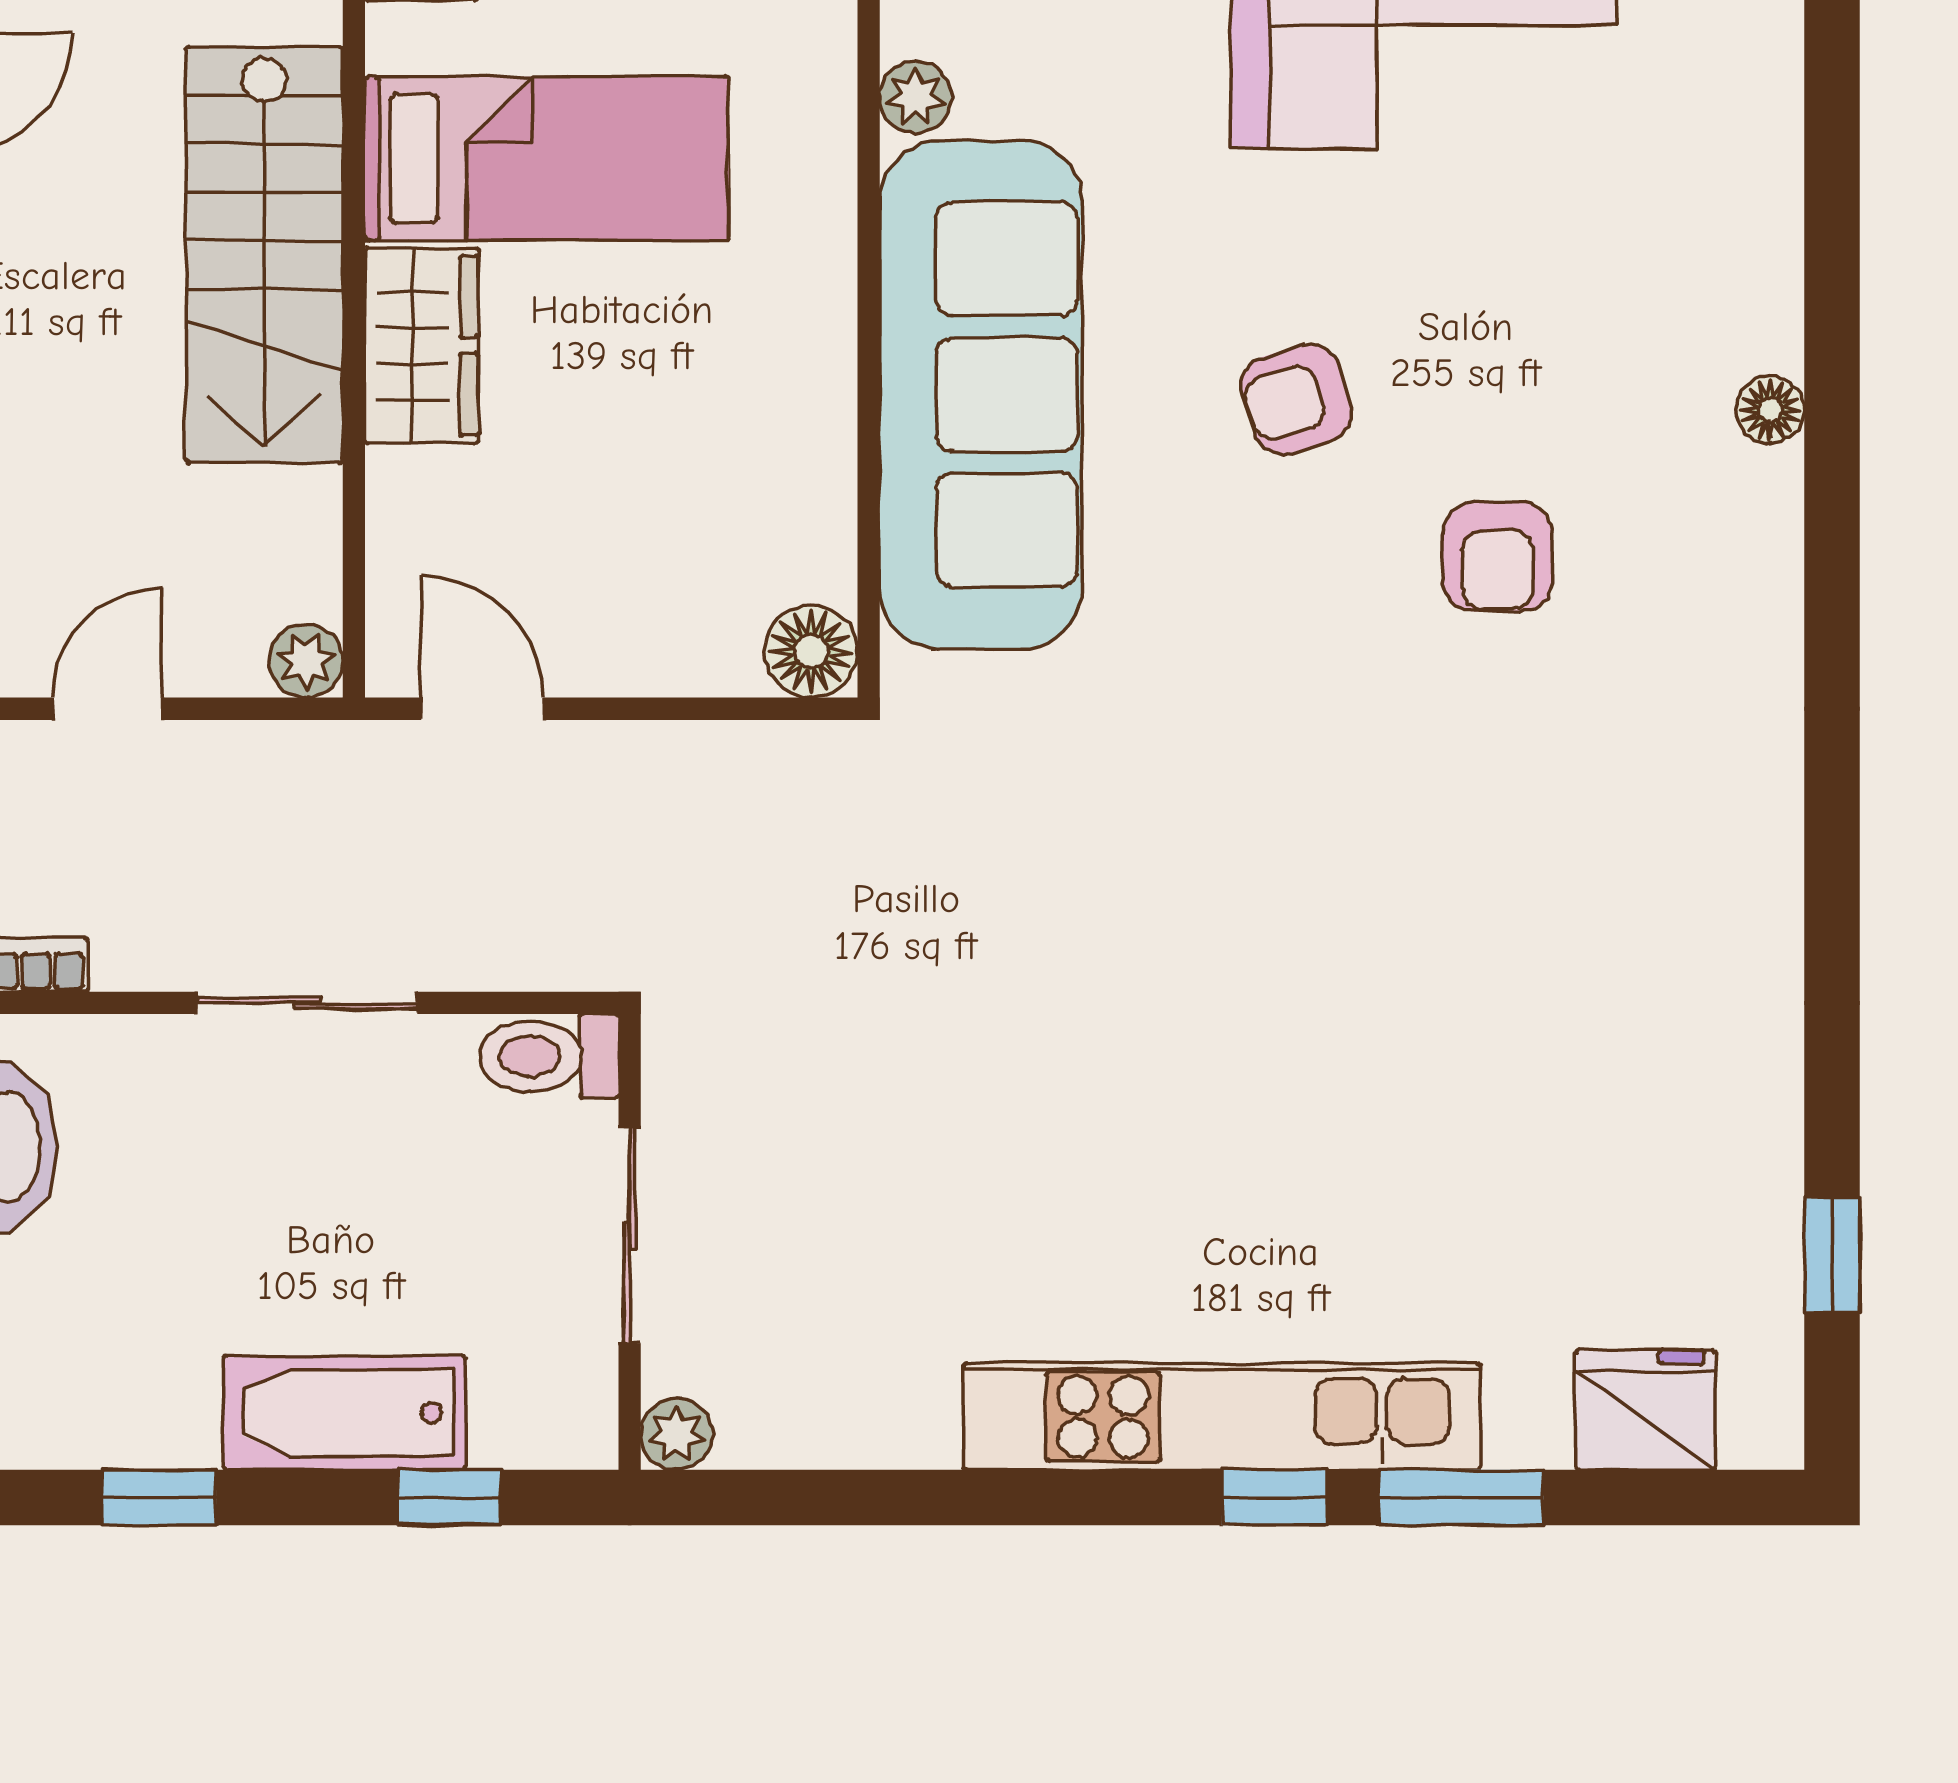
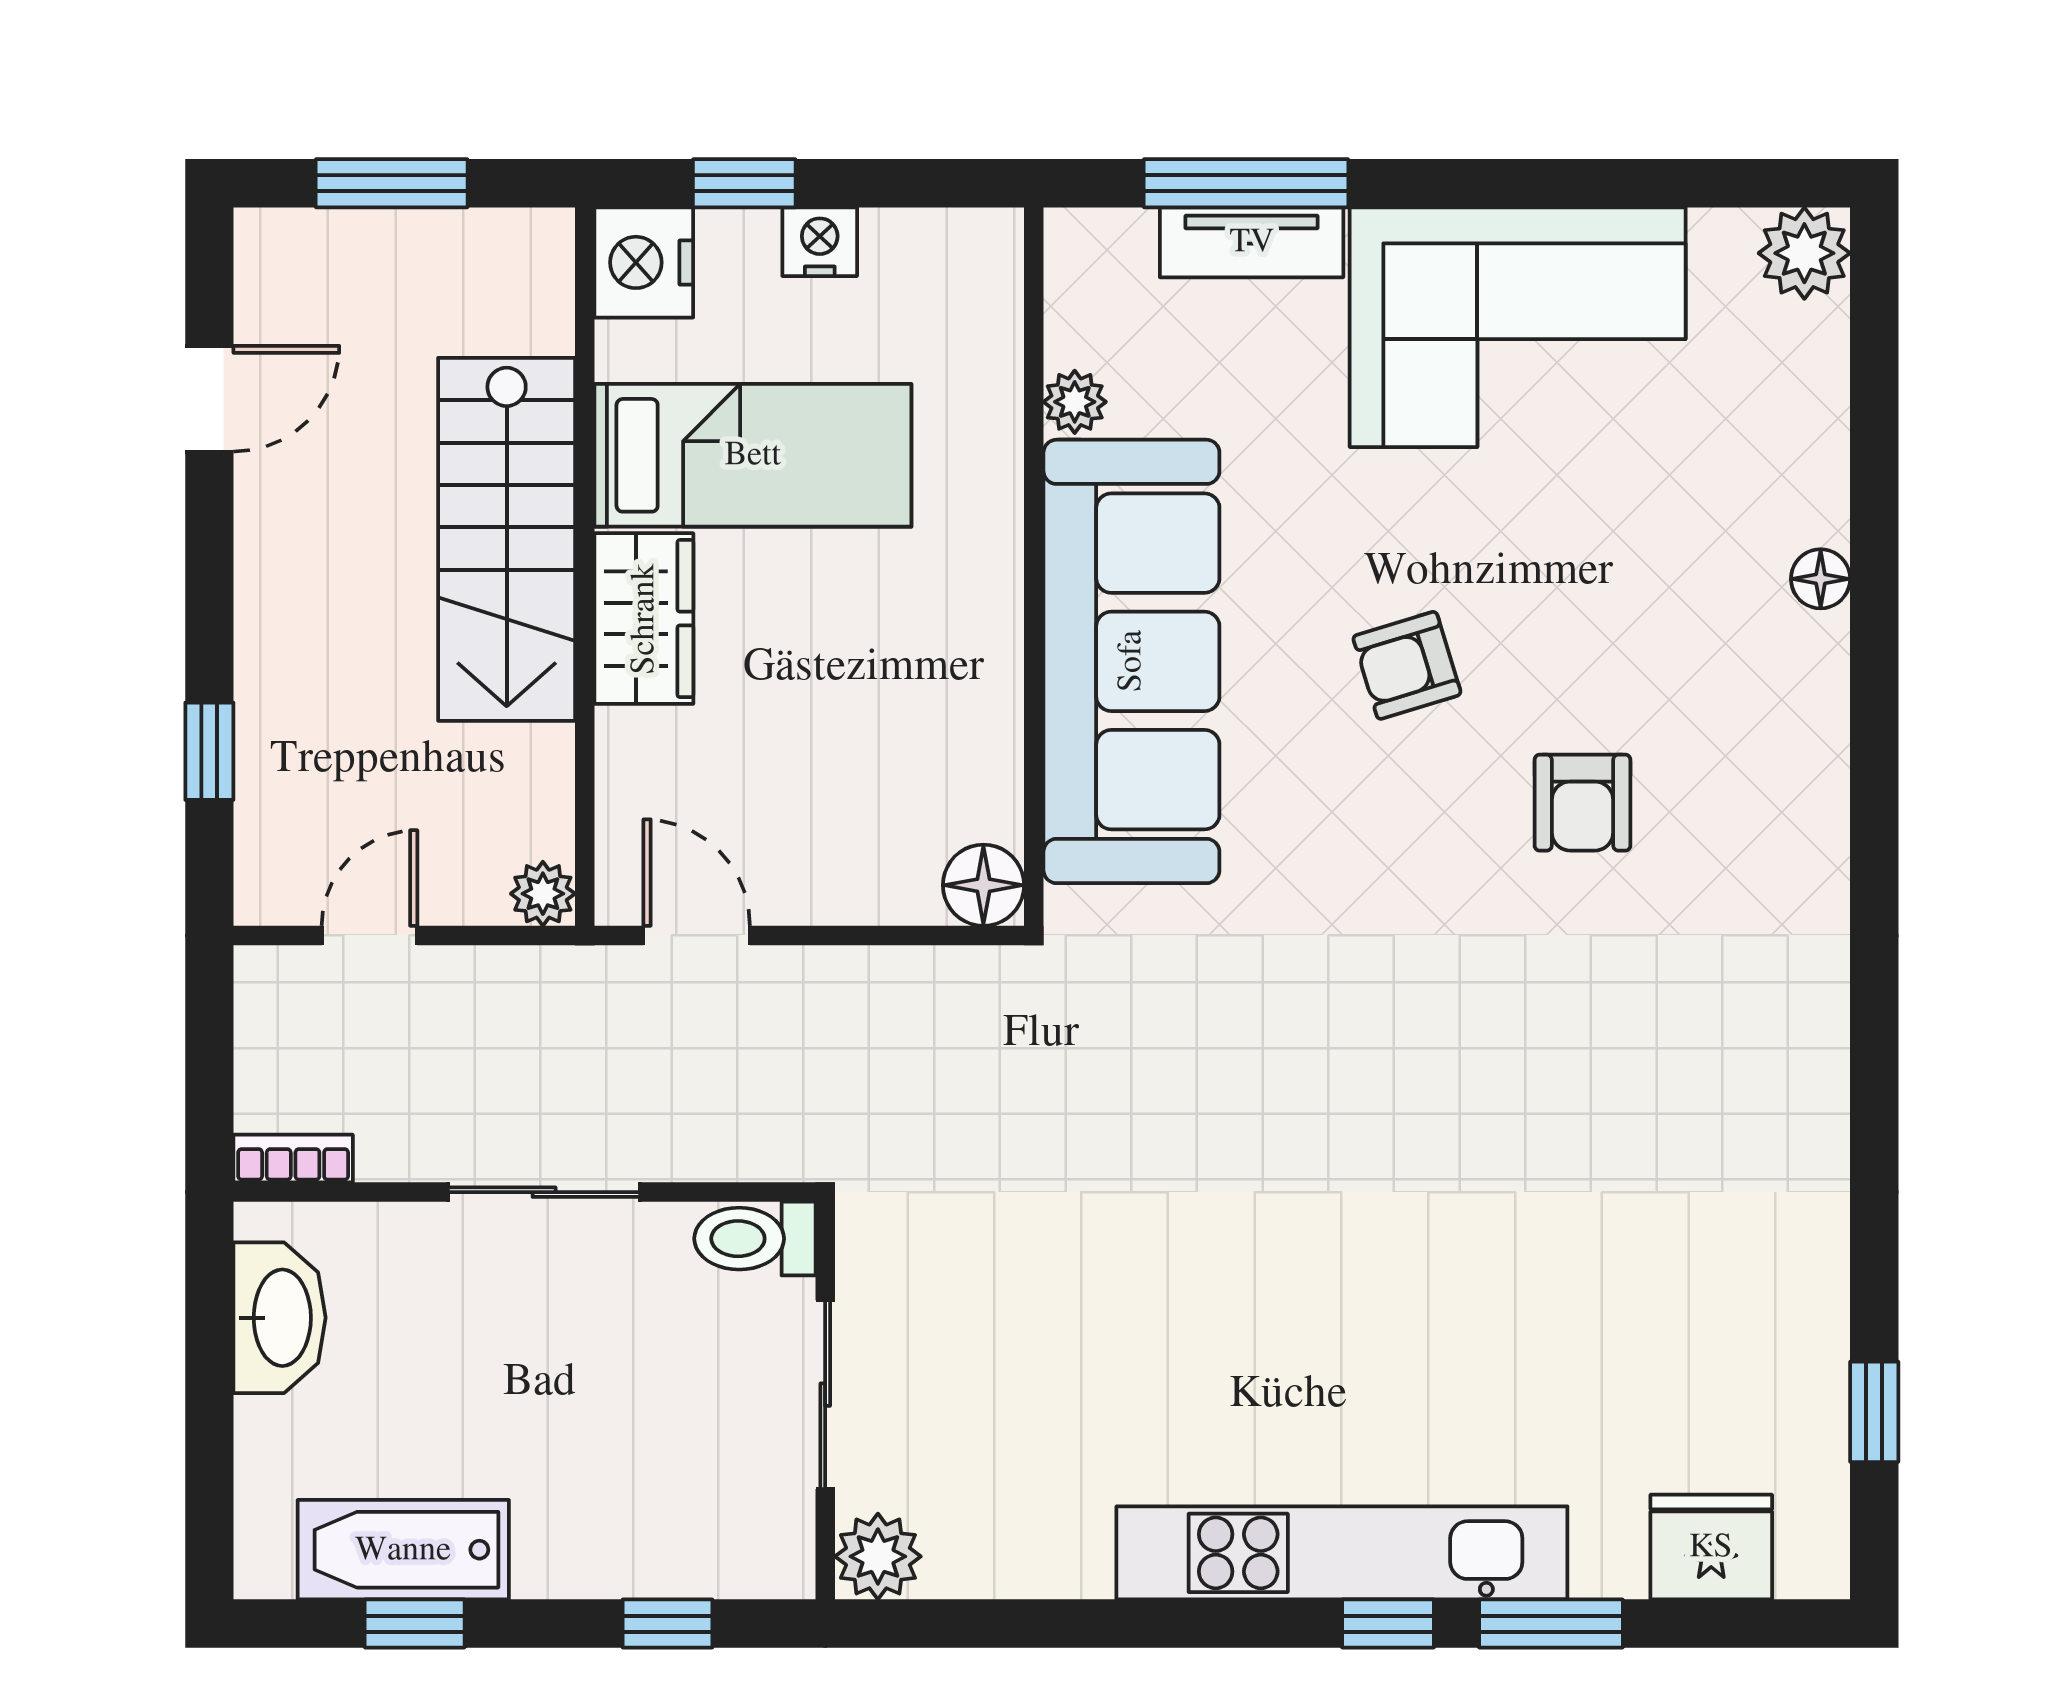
floor lamp: (1770, 410) -> (1821, 579), moved
bathtub: (344, 1413) -> (403, 1550), moved
plant: (677, 1434) -> (878, 1556), width x1.38, depth x1.38

